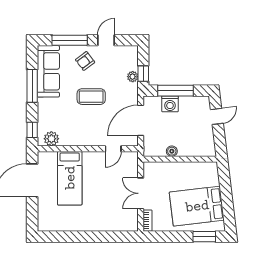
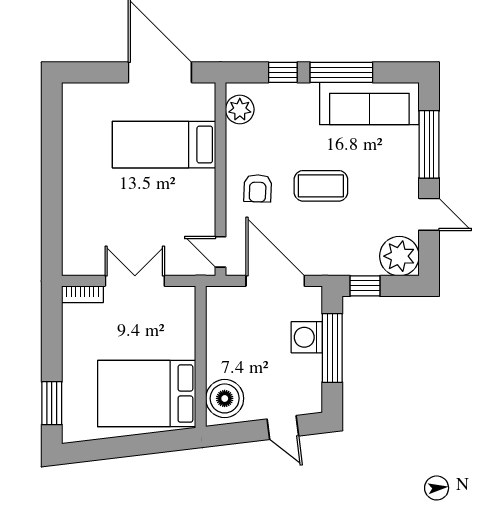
armchair: (85, 61) -> (258, 188), moved, turned -141
plant: (133, 77) -> (399, 256), moved, width x1.87, depth x1.87
coffee table: (91, 97) -> (321, 186), turned 90
window: (32, 130) -> (283, 72), moved
door: (113, 149) -> (221, 252), moved
boiler: (172, 151) -> (225, 398), moved, width x1.86, depth x1.86
bed: (197, 206) -> (147, 394), moved, turned -83

